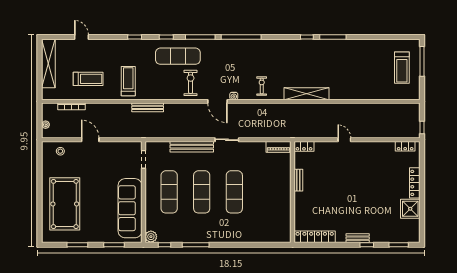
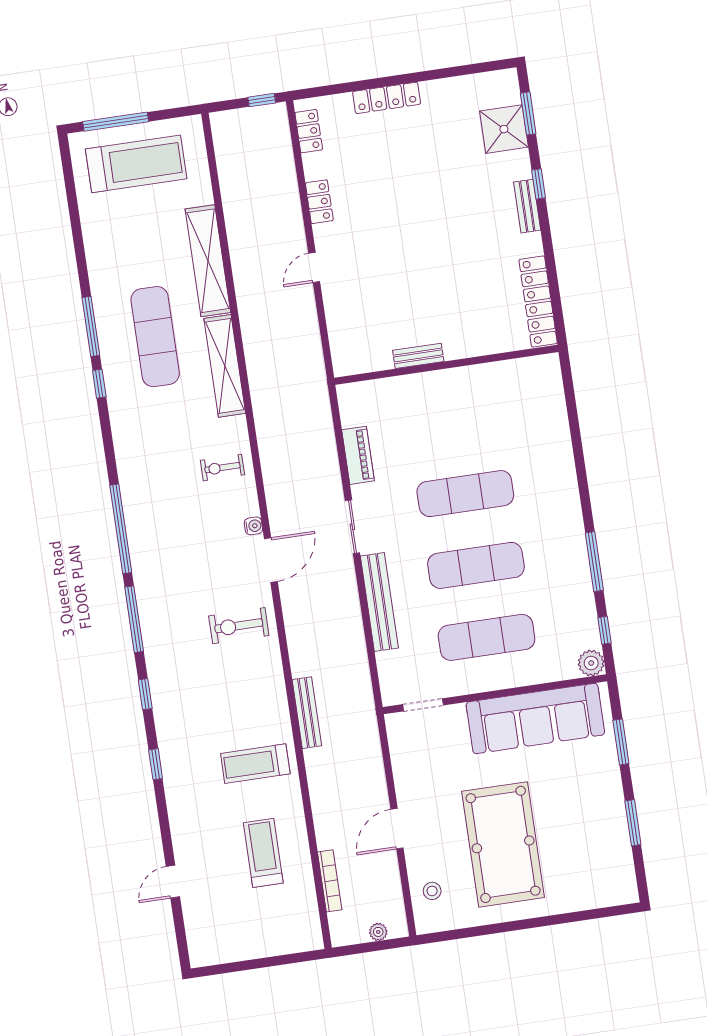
exercise mat: (178, 56) -> (155, 337), moved
shelving: (48, 63) -> (208, 261), moved, turned 90
treadmill: (402, 68) -> (136, 164), width x1.37, depth x1.37
locker: (304, 146) -> (319, 202), moved
piano: (279, 147) -> (358, 455), moved
pool table: (65, 204) -> (503, 844), moved, turned 90
shower: (410, 209) -> (504, 129), moved

